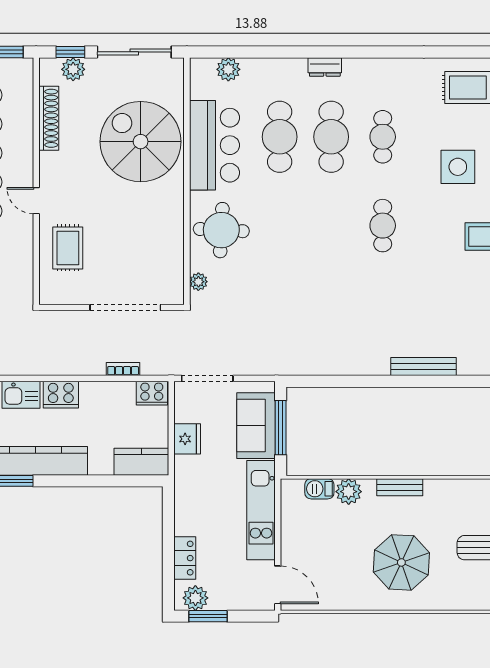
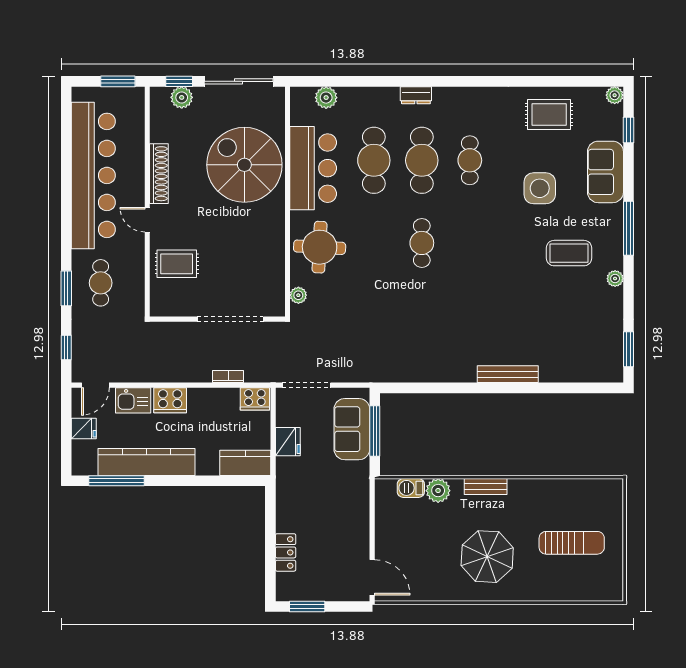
shoe rack: (49, 118) -> (159, 174), moved
cafe table: (383, 226) -> (422, 243), moved
rug: (68, 248) -> (177, 264), turned 90
kitchen unit: (261, 510) -> (357, 508), removed
plant: (195, 598) -> (295, 590), removed

